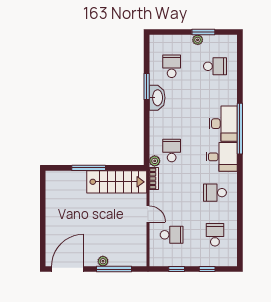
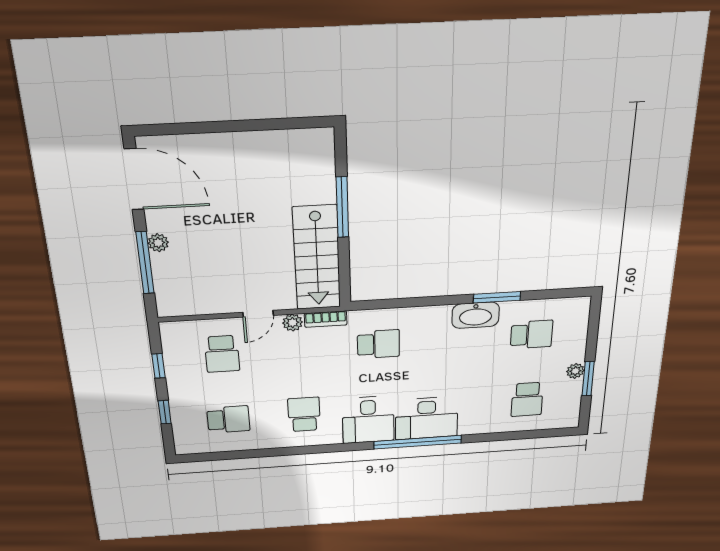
plant: (155, 161) -> (293, 323), moved

